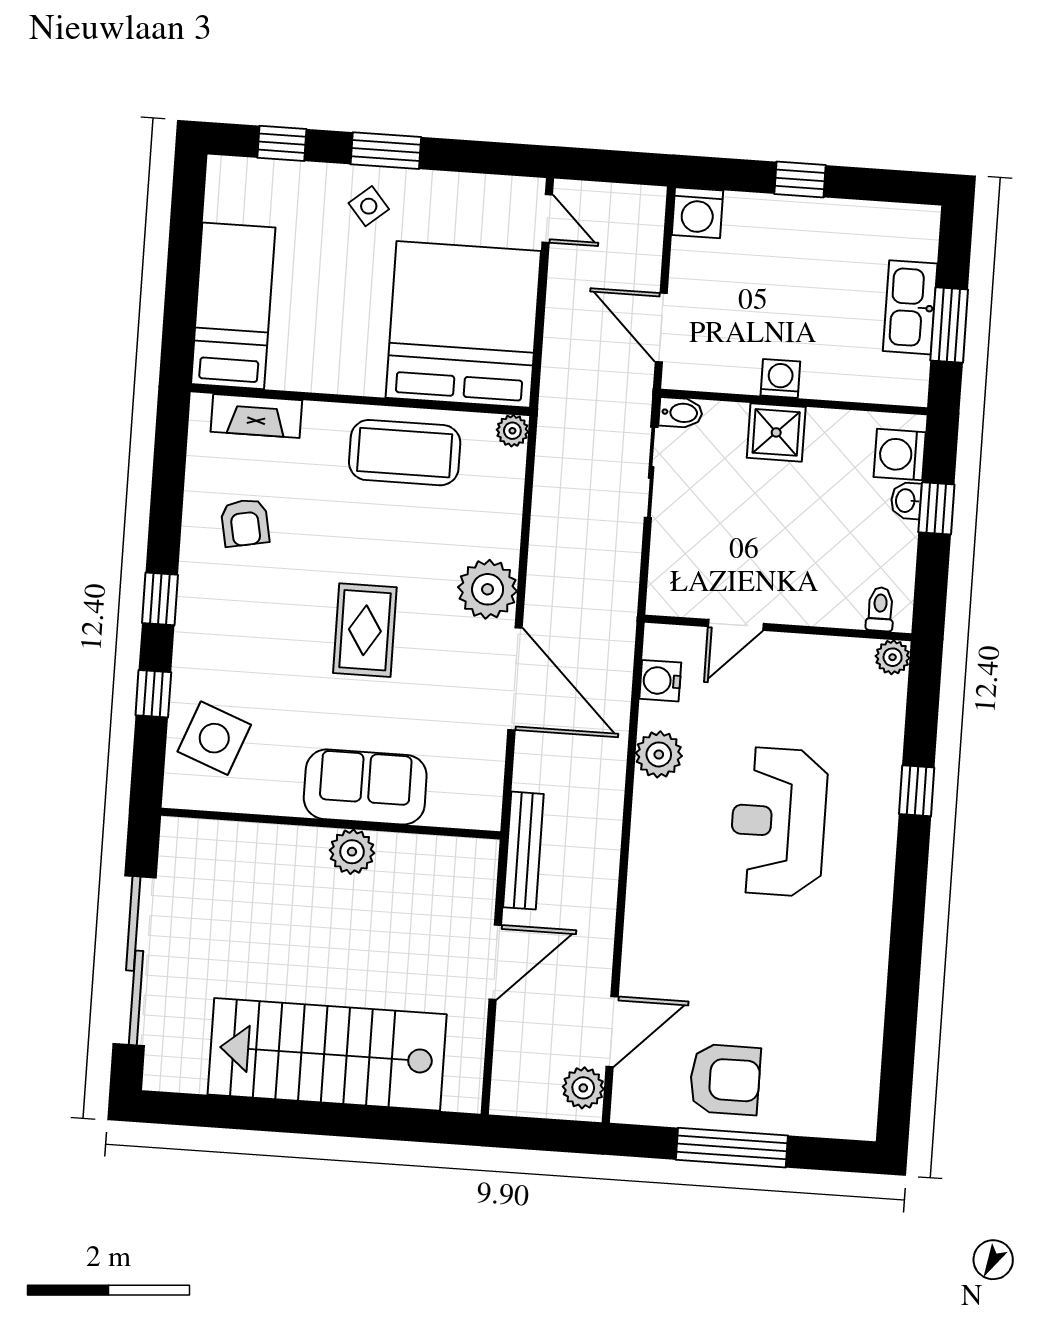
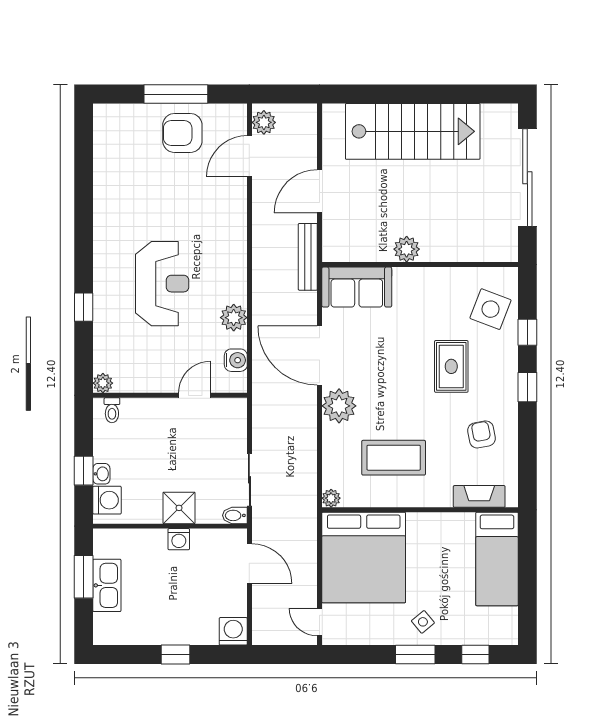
coffee table: (405, 453) -> (394, 458), moved
rug: (365, 630) -> (451, 366), moved
sofa: (365, 787) -> (357, 287), moved

